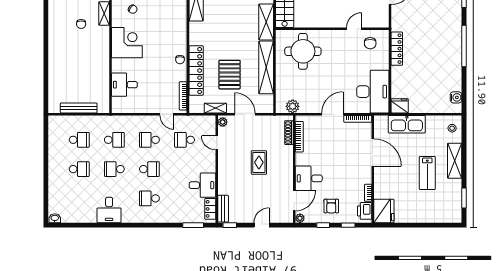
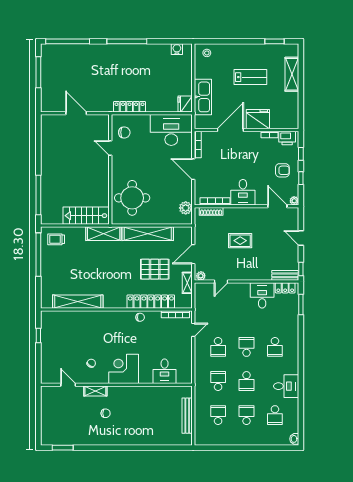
school desk: (185, 140) -> (275, 415), moved
shelving: (455, 161) -> (292, 74), moved, turned 90
desk: (309, 178) -> (243, 192), moved
fridge: (384, 211) -> (258, 119), moved

